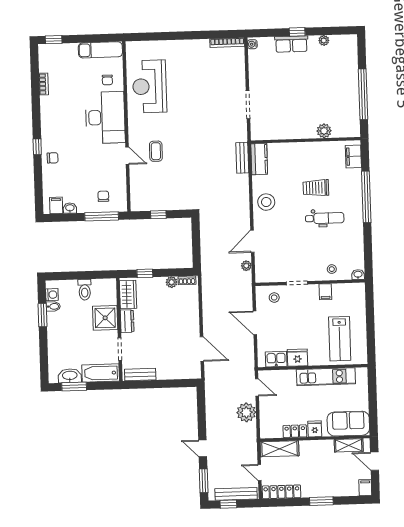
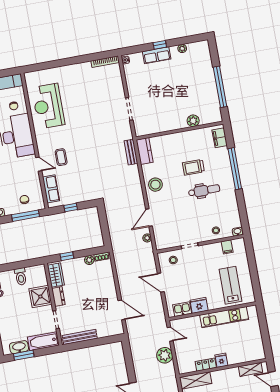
row of seats: (138, 188) -> (51, 189), added
filing cabinet: (325, 292) -> (227, 247), moved
lab bench: (340, 339) -> (231, 285), turned 180
bench: (140, 375) -> (80, 337), width x1.36
sofa: (348, 424) -> (248, 352), removed

